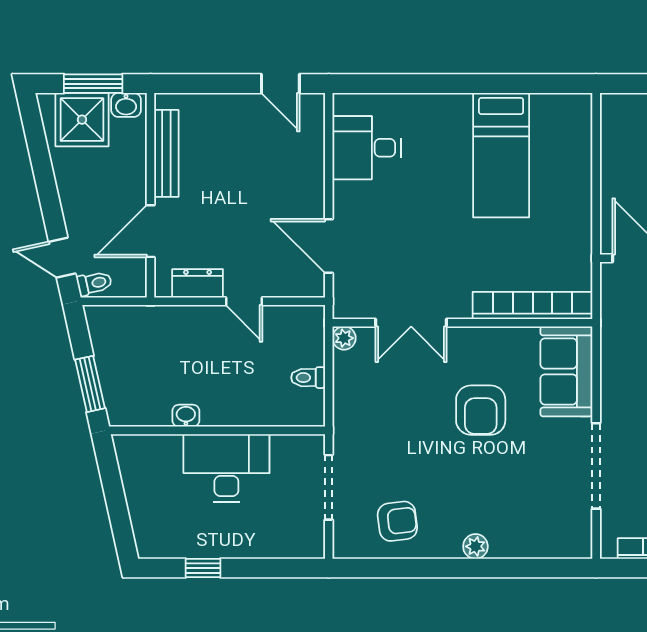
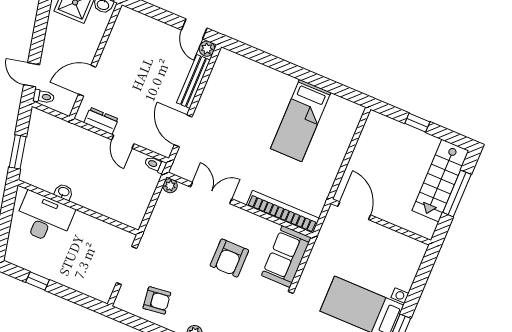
plant: (312, 106) -> (207, 49), added
desk: (366, 148) -> (227, 85), removed
bench: (166, 153) -> (193, 81), moved
double door: (411, 323) -> (211, 193), swing flipped
toilet: (308, 378) -> (155, 165), moved
desk: (226, 468) -> (44, 218), moved

